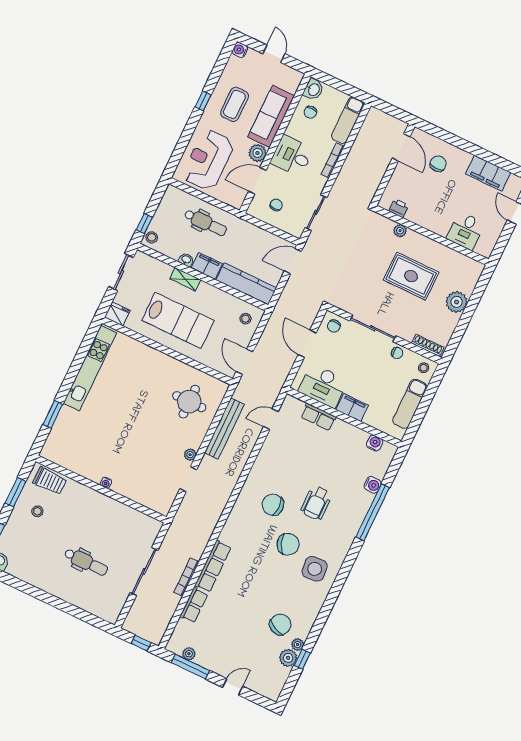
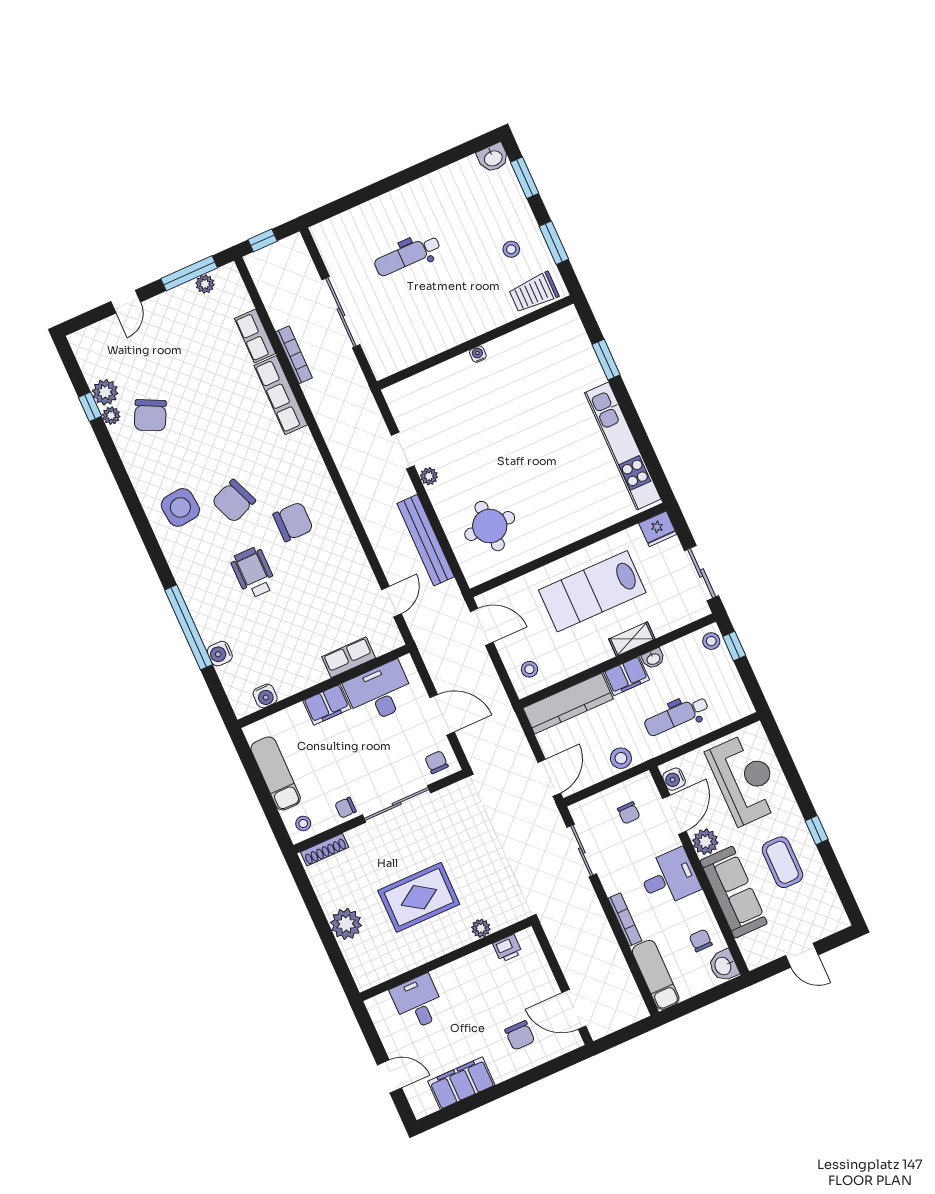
water cooler: (240, 50) -> (674, 779), moved, turned 180
stool: (251, 233) -> (621, 758), added

